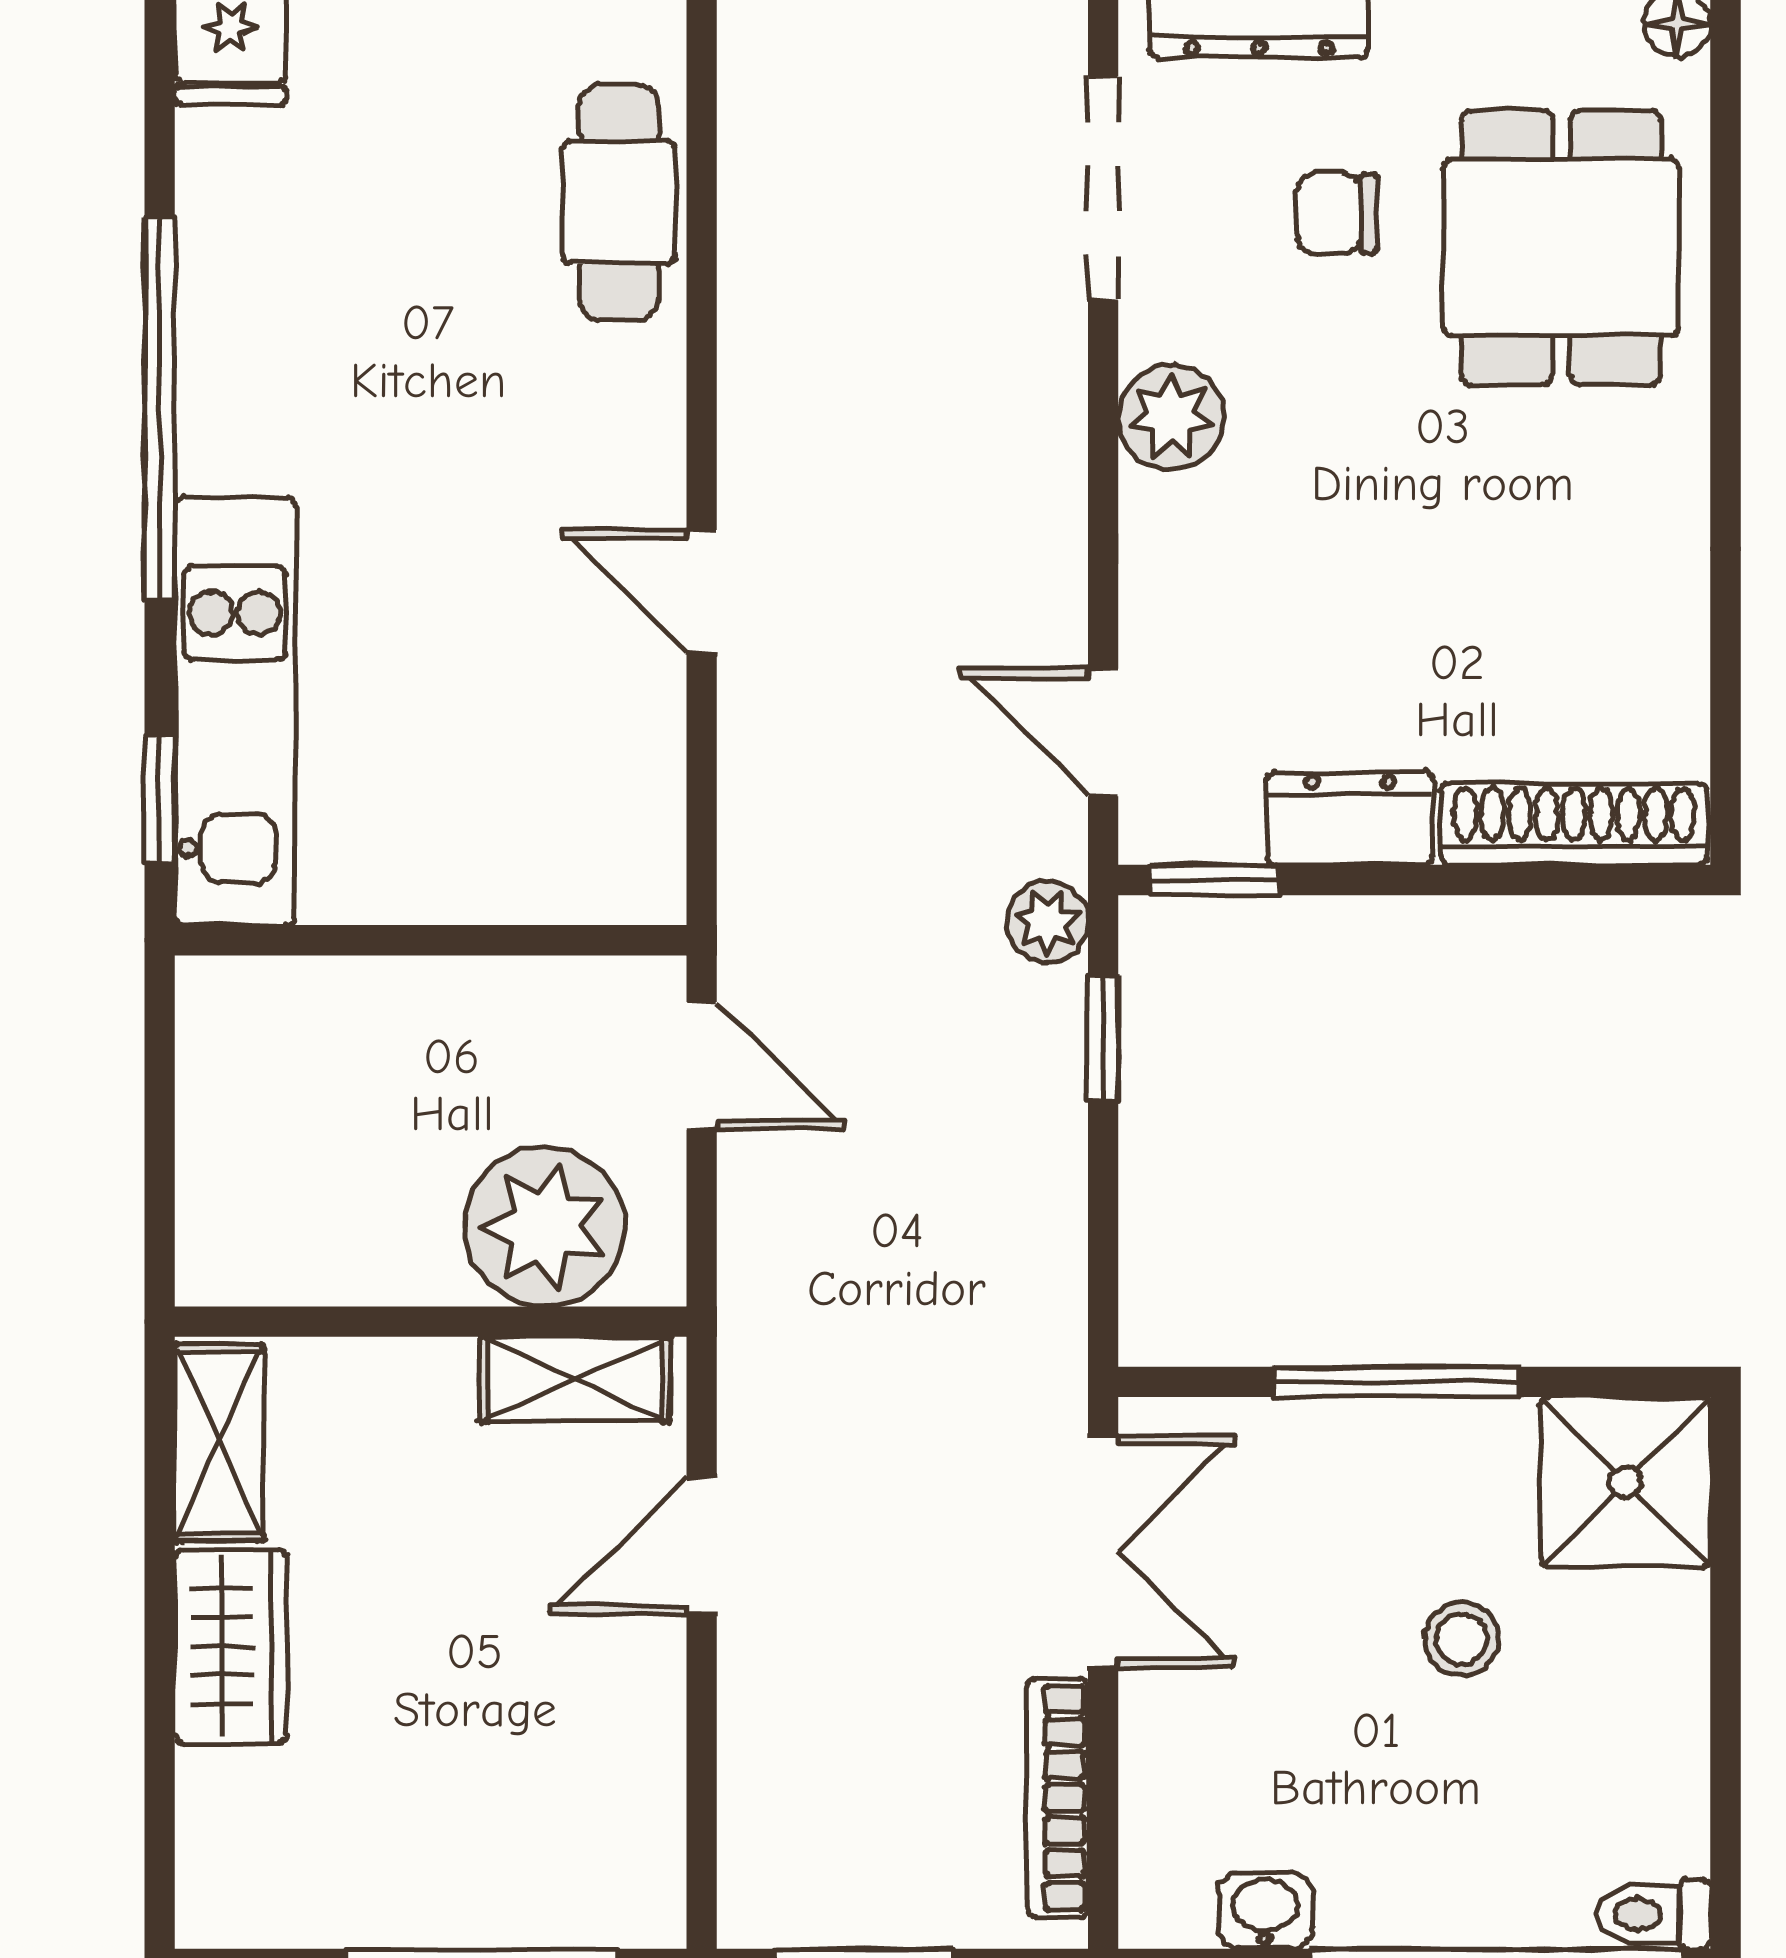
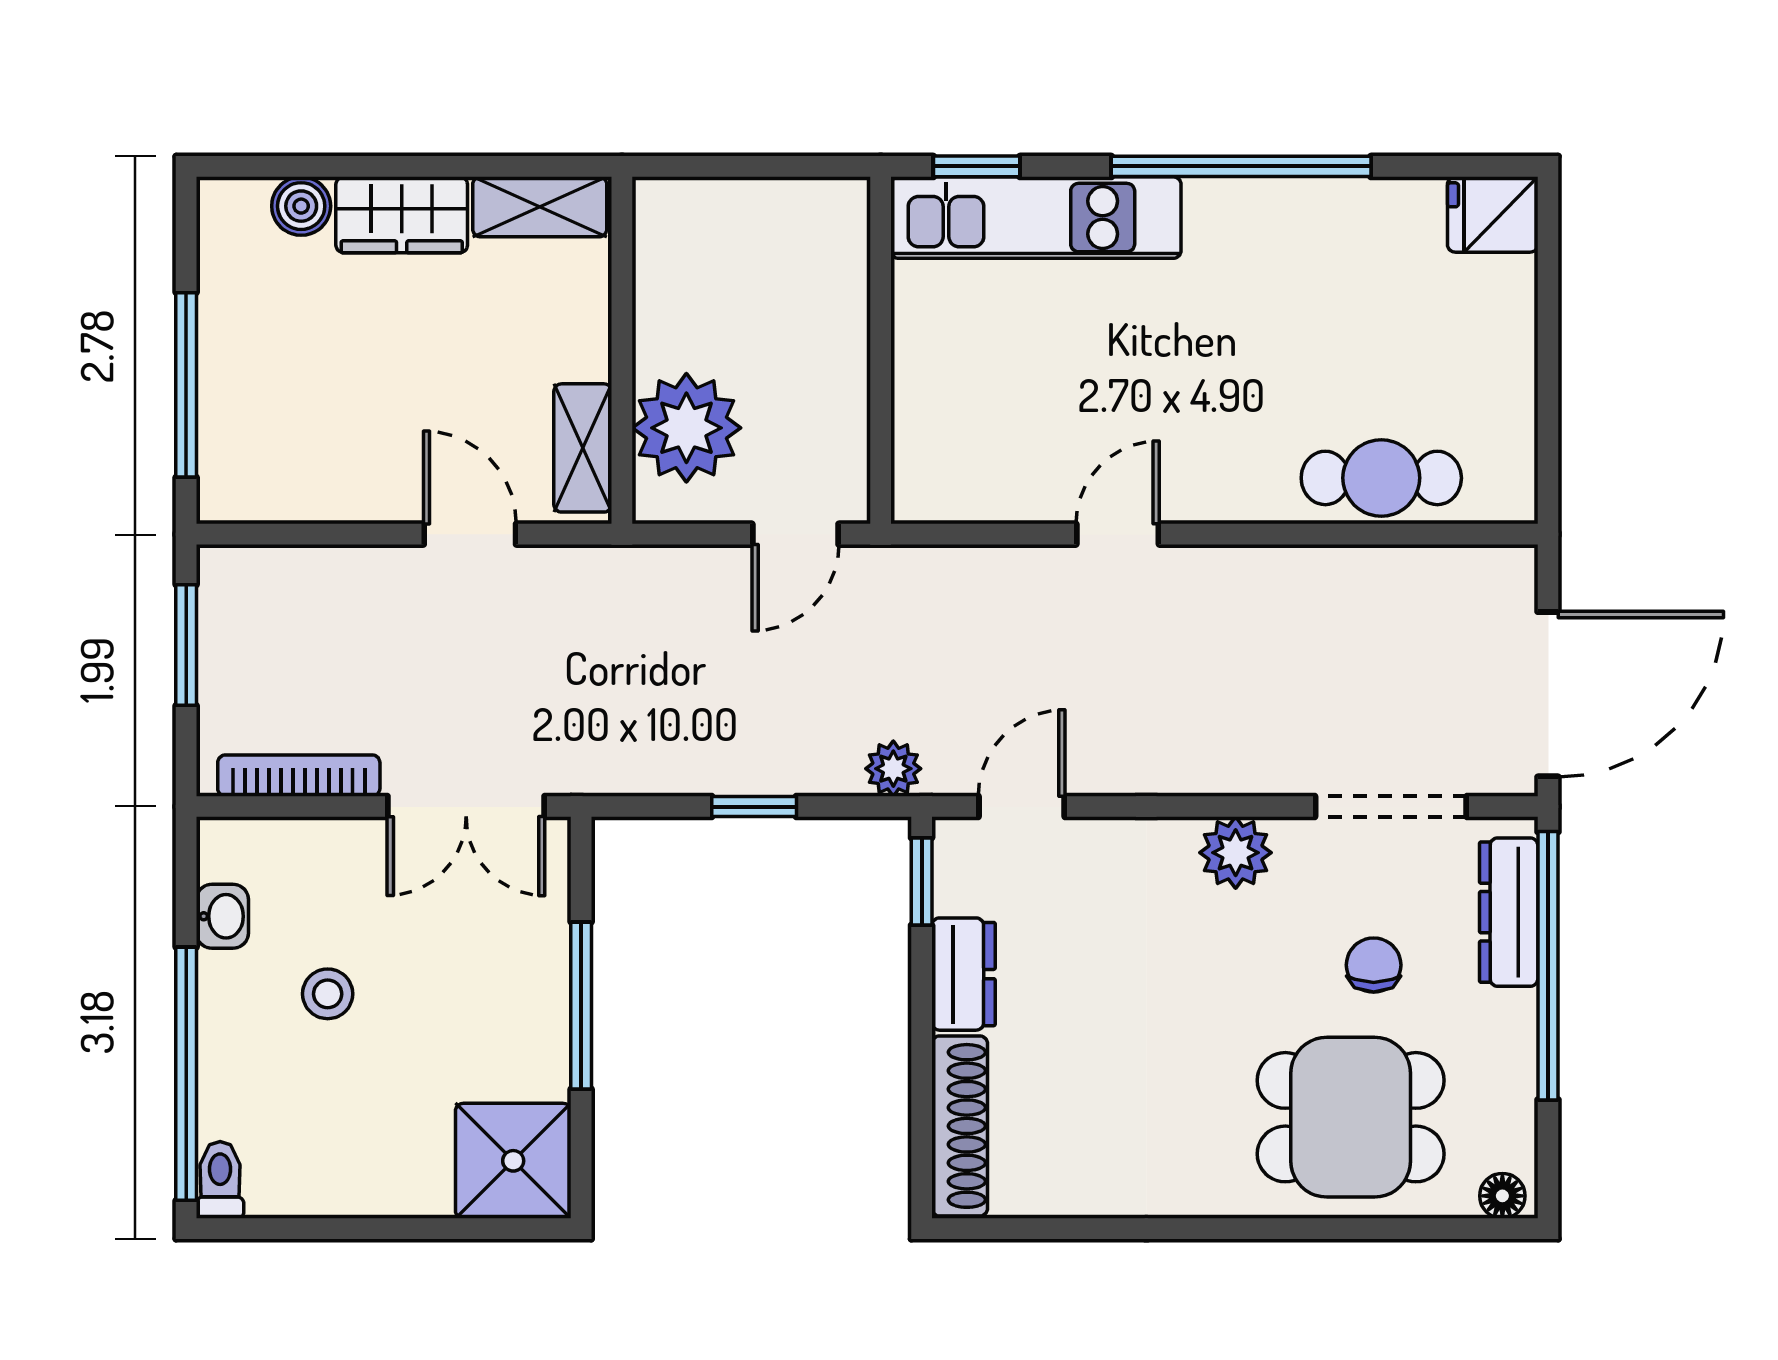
window: (1103, 1038) -> (754, 807), moved
stool: (1462, 1639) -> (328, 994), moved
boiler: (218, 1794) -> (301, 206), added

